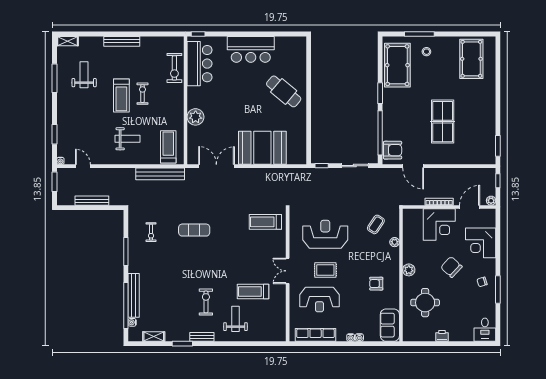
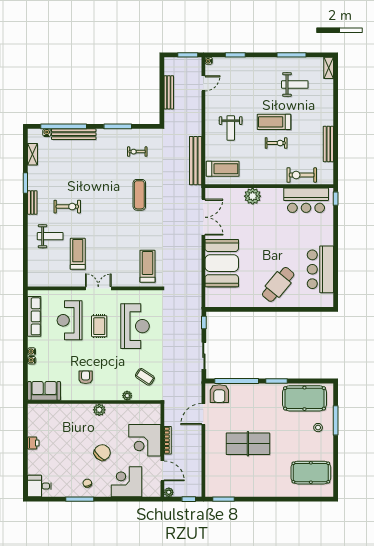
bench: (122, 41) -> (328, 144), moved
bar counter: (251, 49) -> (320, 269), moved
round table: (425, 303) -> (67, 426), removed

